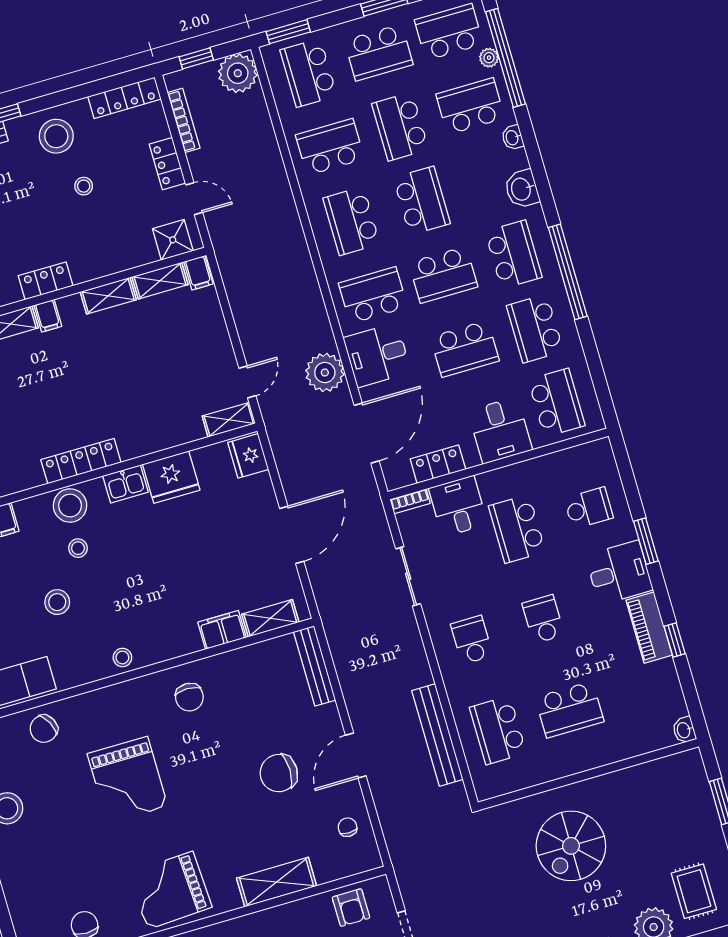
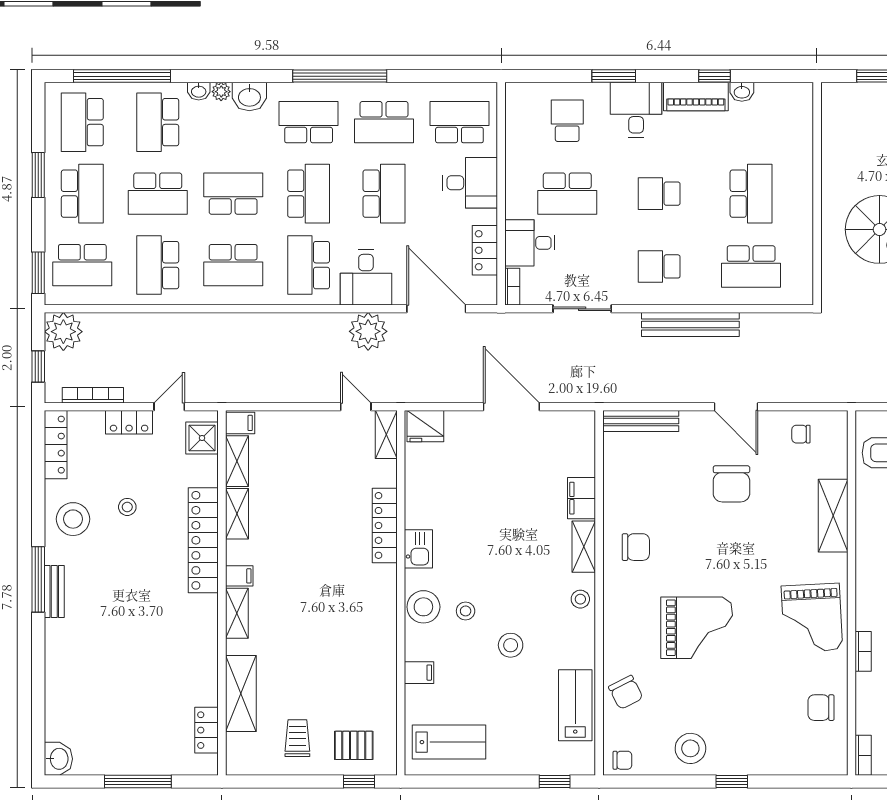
plant: (489, 58) -> (221, 92), moved
locker: (46, 281) -> (203, 540), width x2.16, depth x1.21
locker: (81, 461) -> (385, 525), moved
fridge: (171, 477) -> (424, 504), removed
shelving: (270, 618) -> (584, 547), moved
washbasin: (684, 730) -> (742, 92), moved
bench: (437, 735) -> (690, 325), moved

